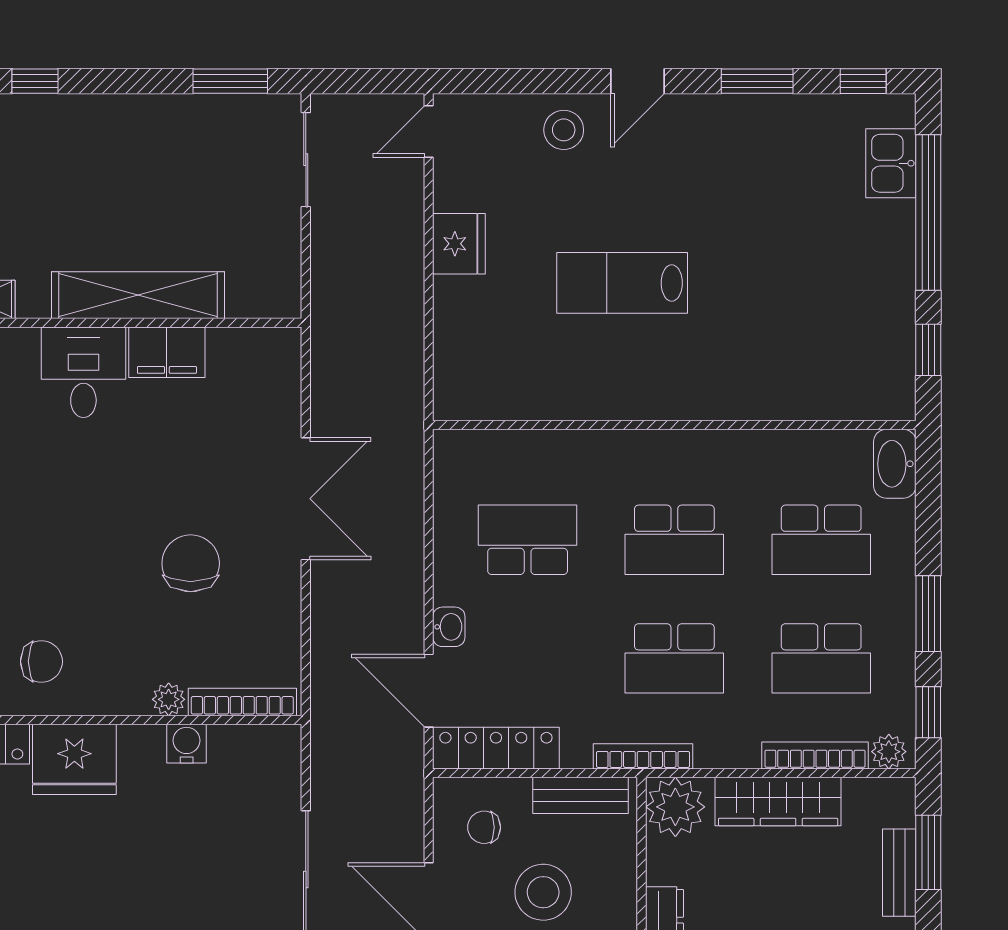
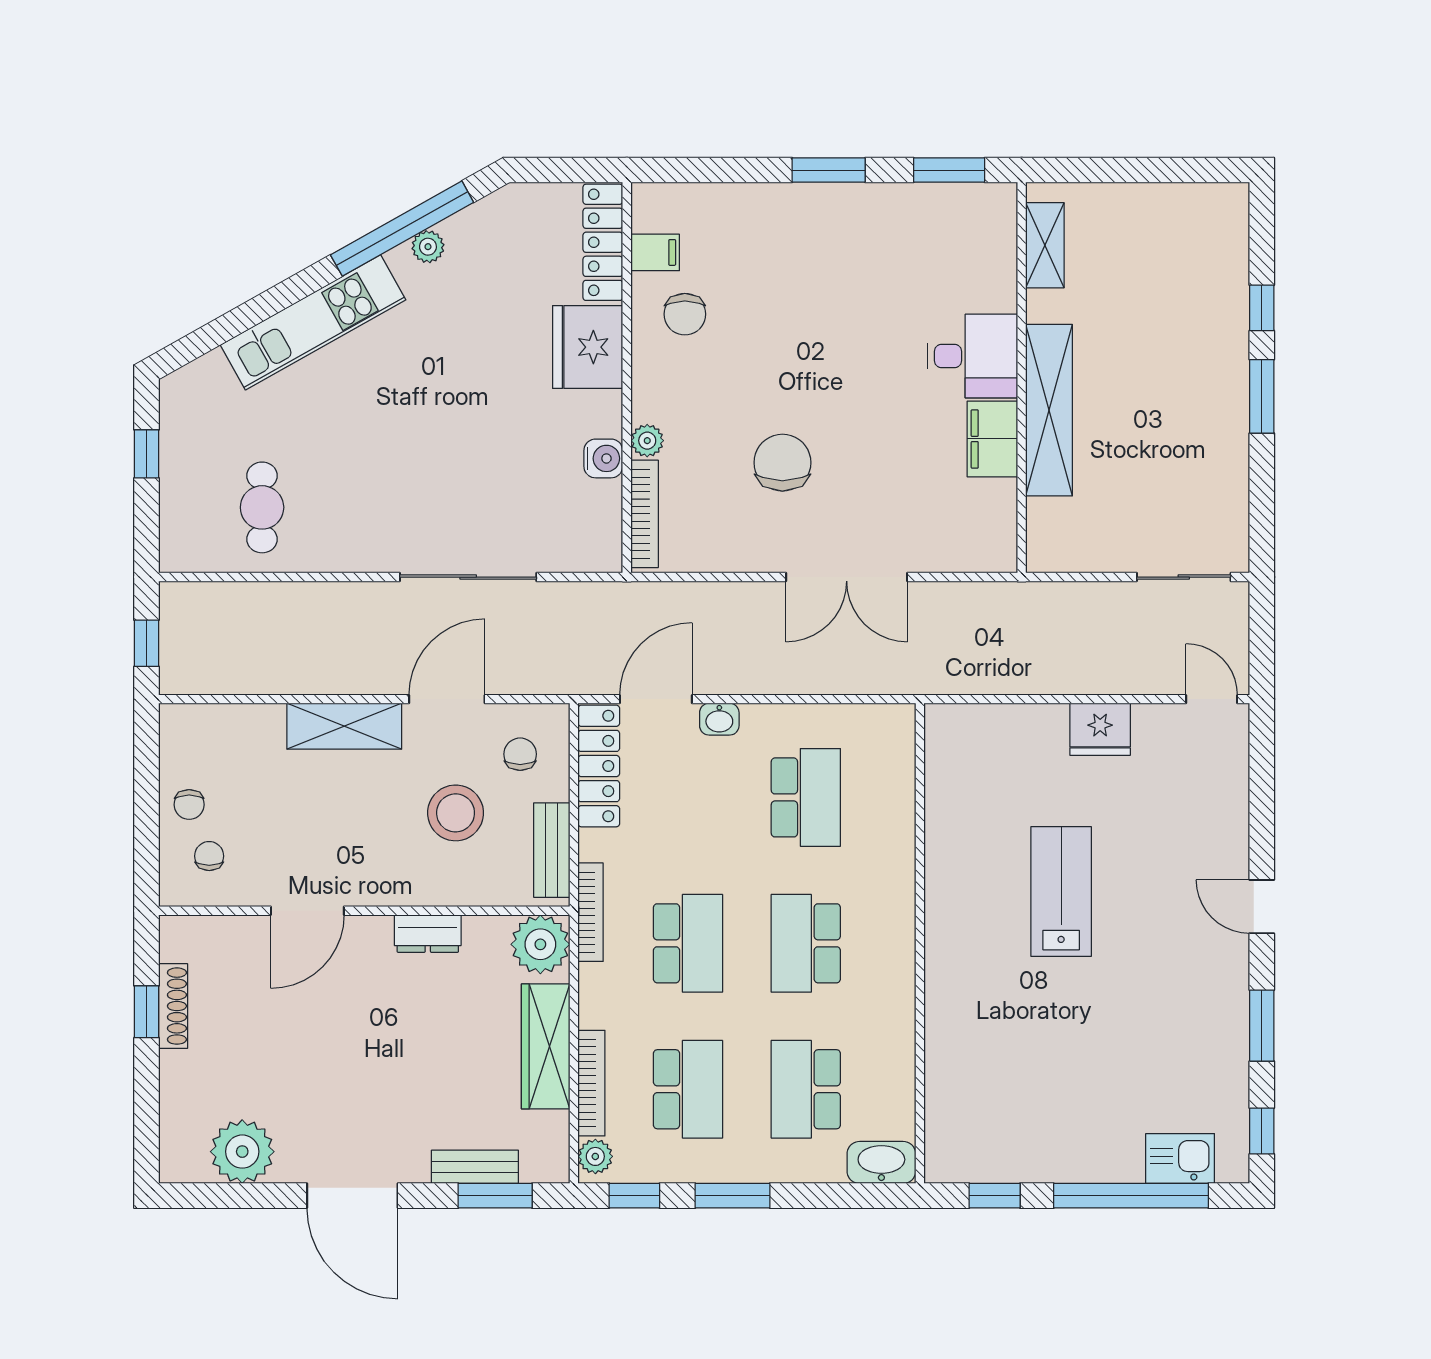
window: (230, 81) -> (1262, 396), moved
stool: (564, 130) -> (1213, 833), removed
chair: (191, 563) -> (782, 463), turned -90
school desk: (674, 658) -> (688, 943), turned 180
school desk: (821, 658) -> (688, 1089), turned 180

